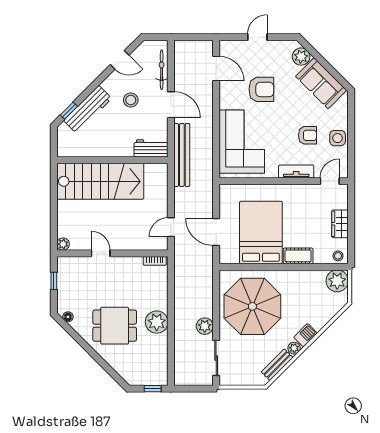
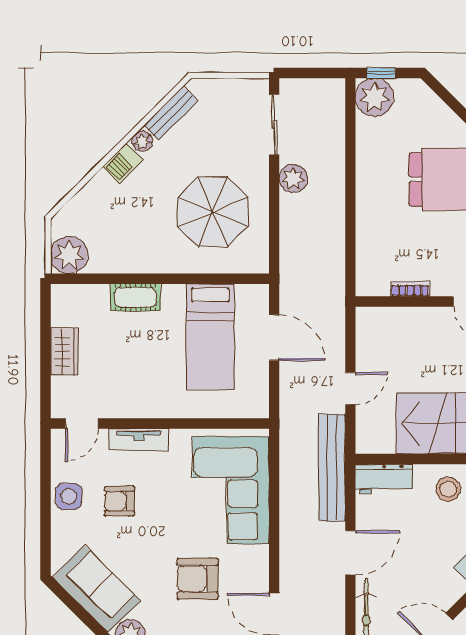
stool: (131, 100) -> (448, 489), moved
door: (171, 105) -> (350, 553), swing flipped
door: (171, 227) -> (350, 388), moved
bed: (261, 232) -> (210, 337), width x0.67
stool: (338, 256) -> (68, 297), removed
bookcase: (155, 261) -> (410, 289), moved
parasol: (252, 306) -> (213, 212), width x0.73, depth x0.73
plant: (157, 322) -> (374, 97), moved

